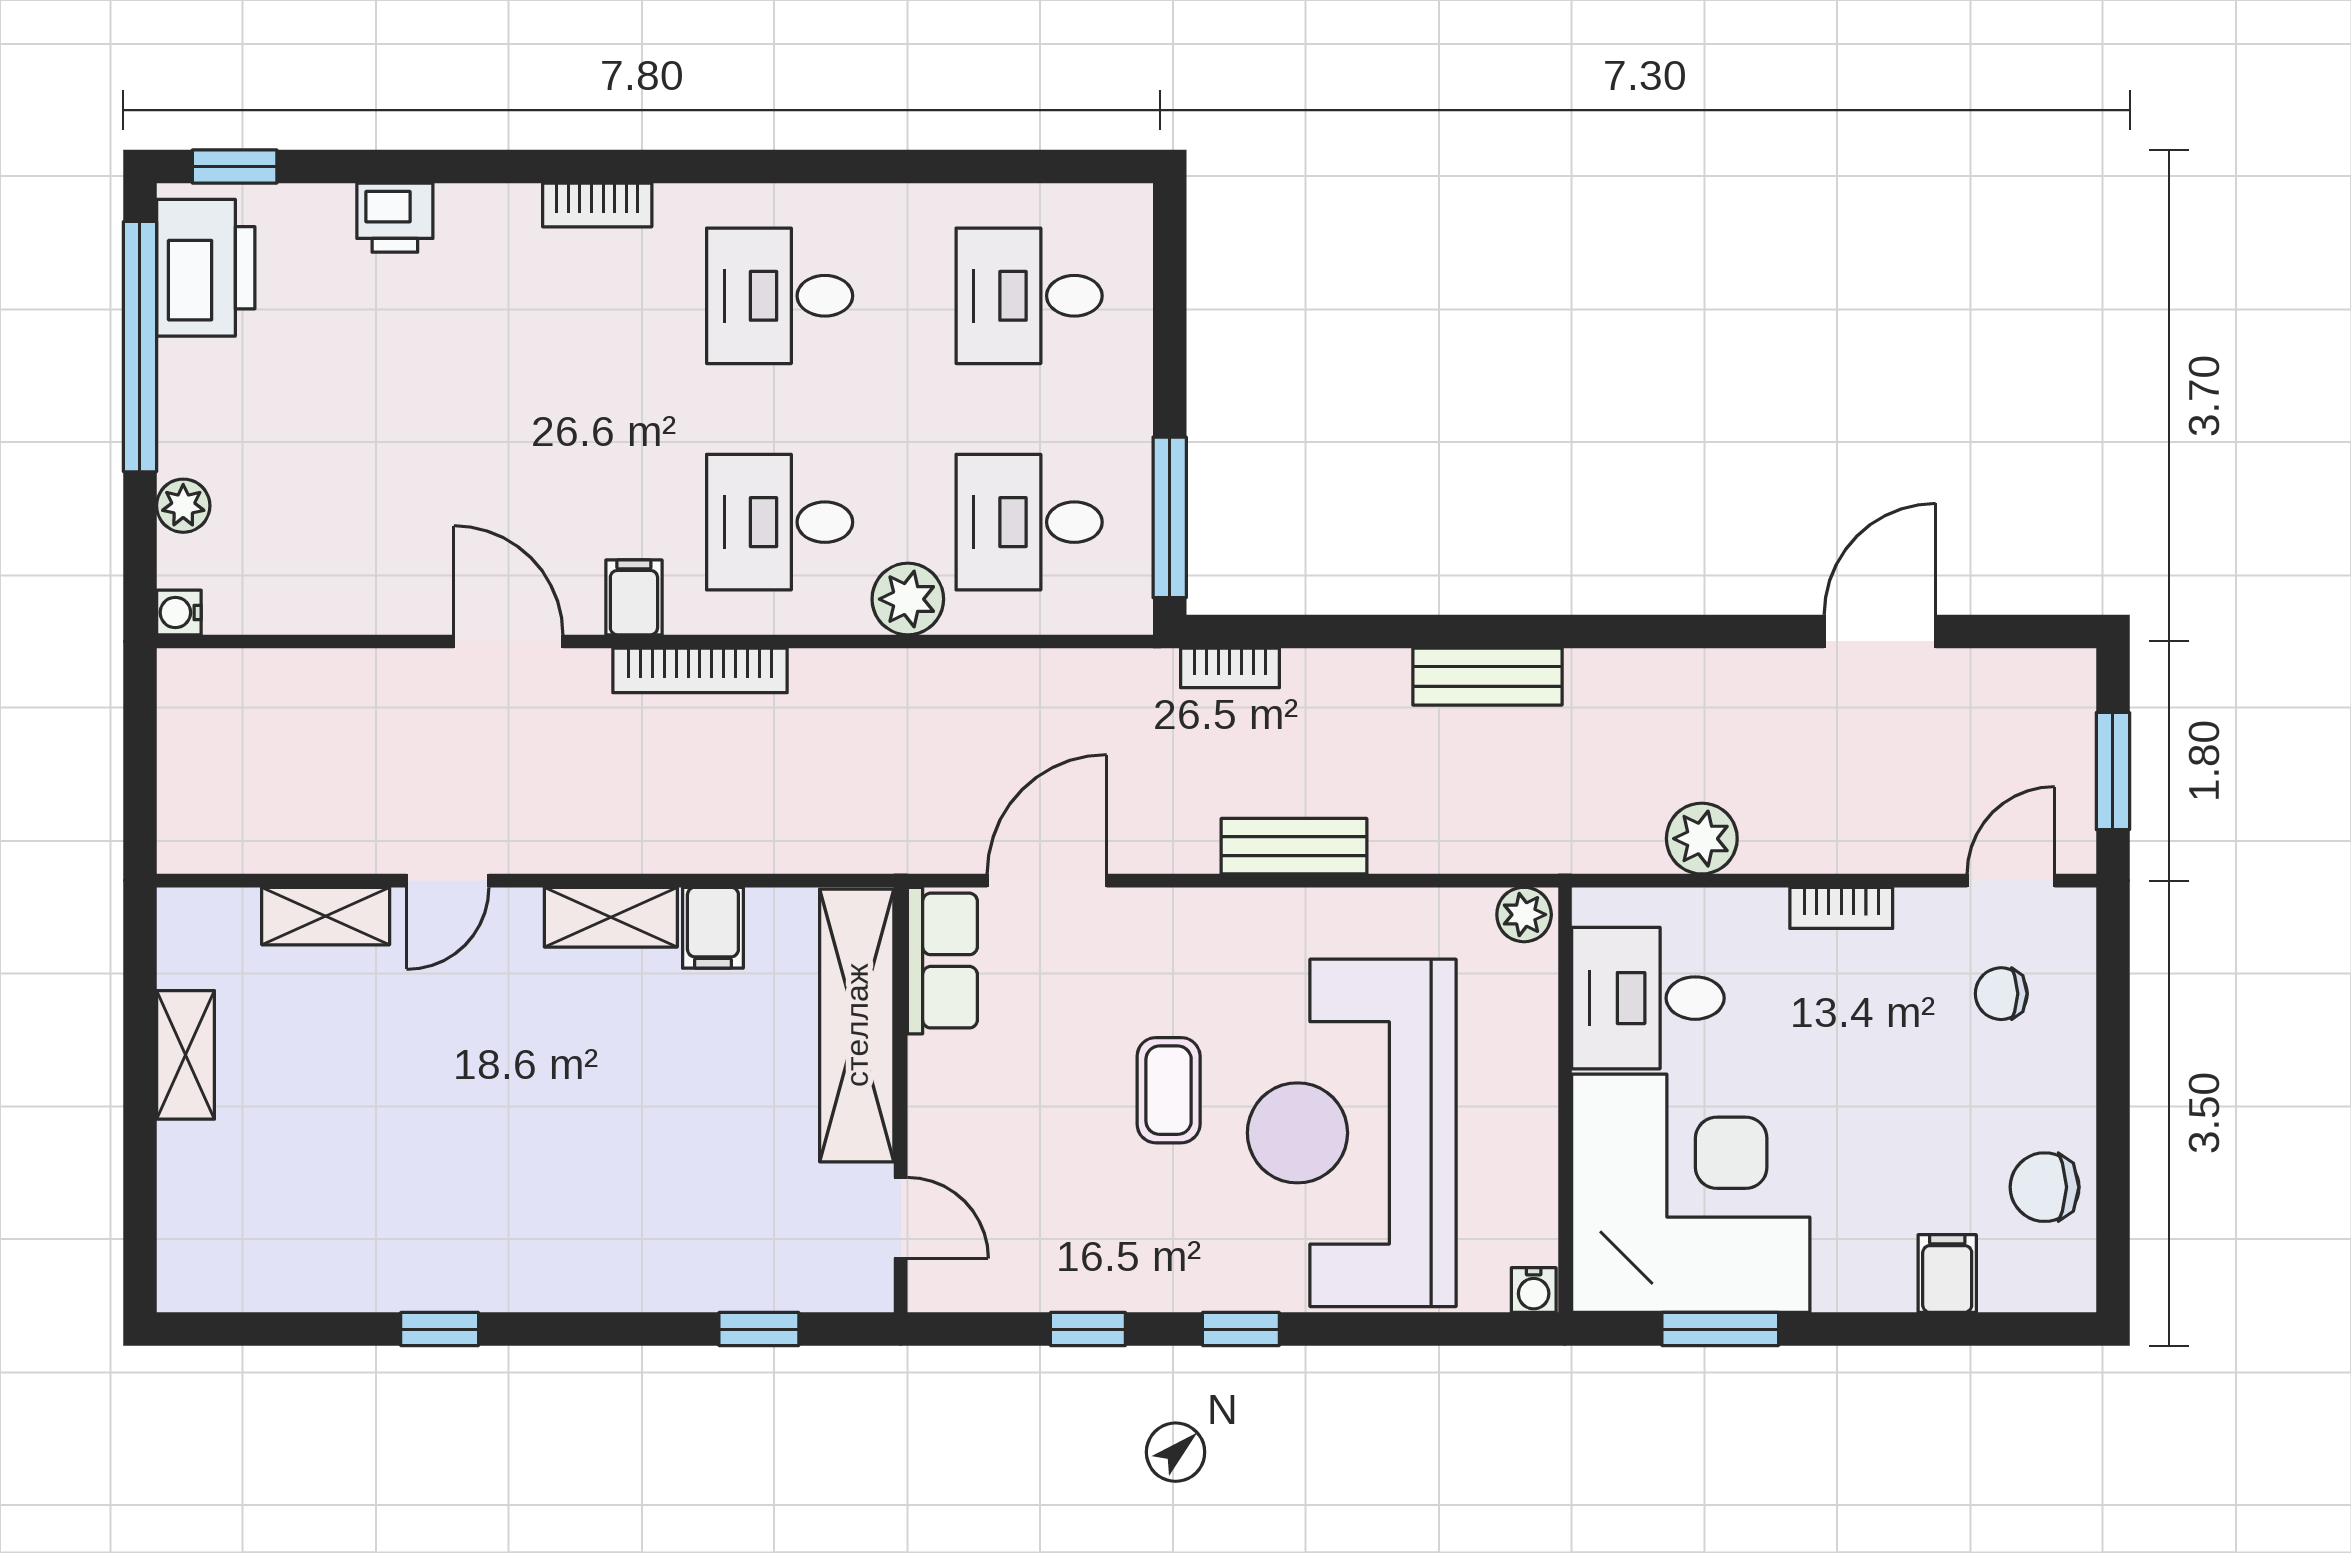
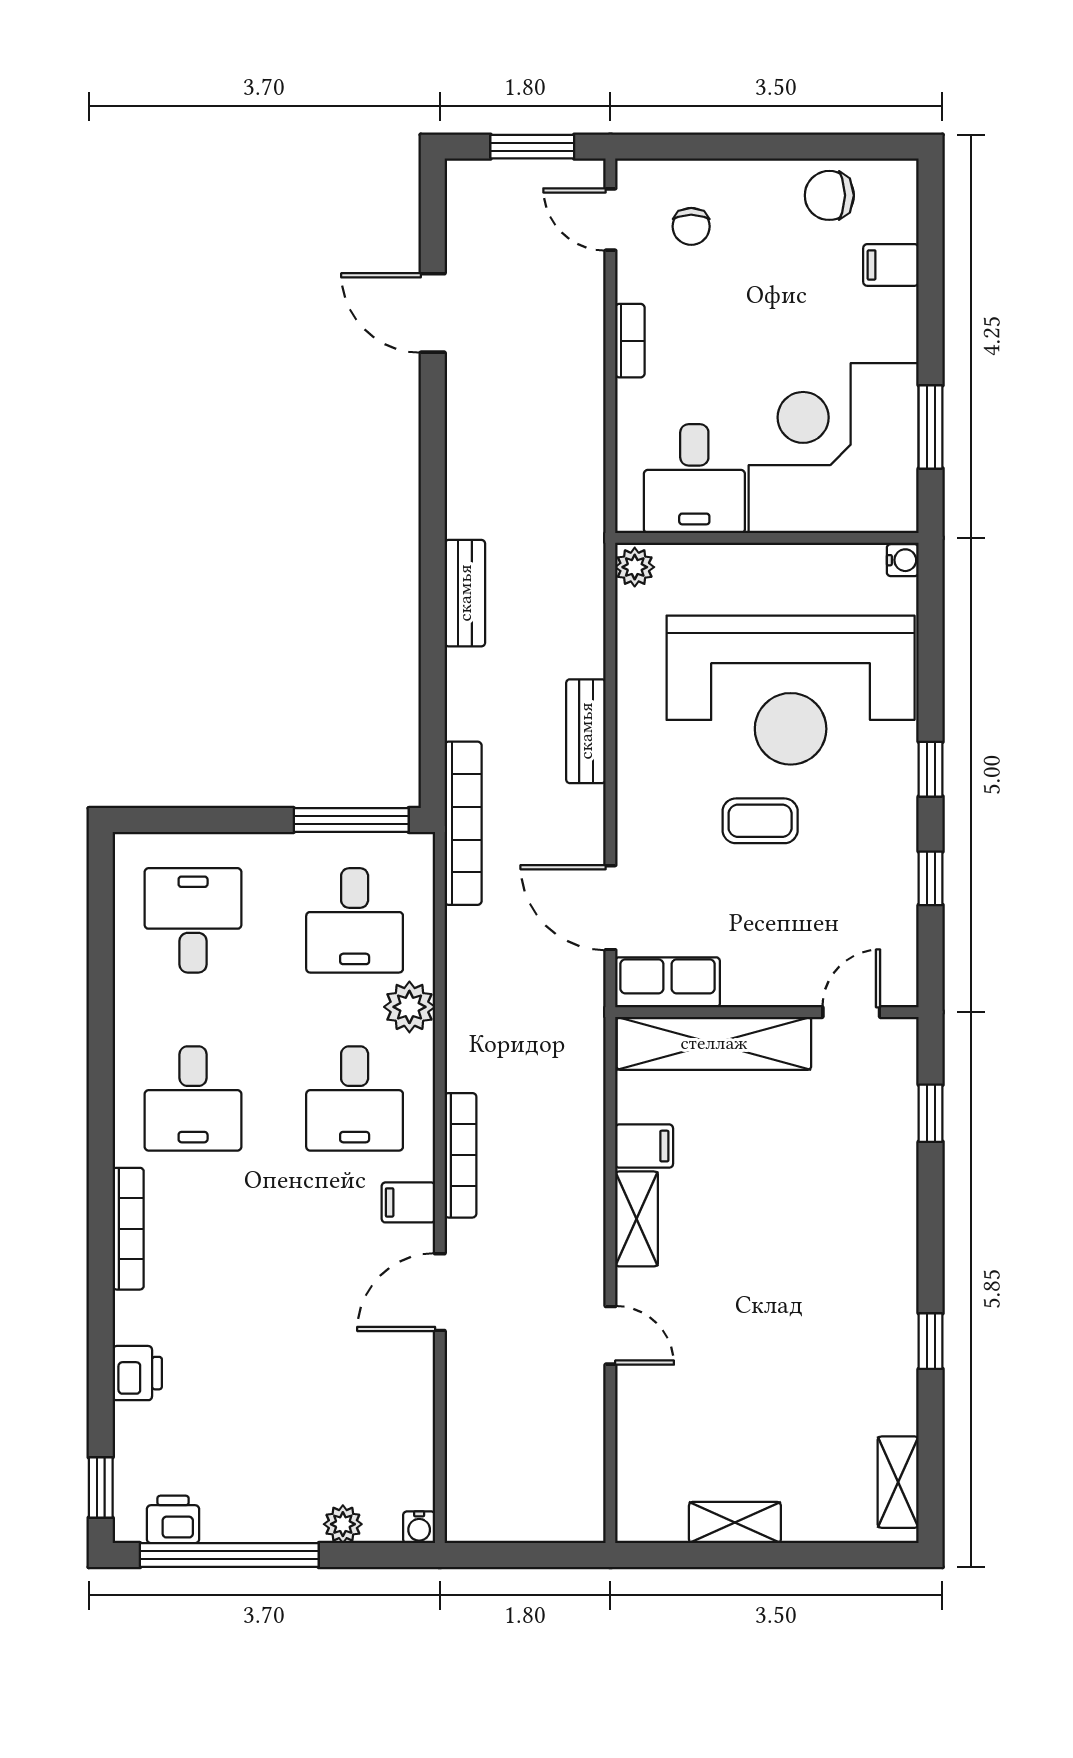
bookcase: (597, 205) -> (128, 1229), width x1.56
printer: (206, 268) -> (173, 1519), width x0.53, depth x0.68
desk: (1029, 296) -> (193, 920), turned 180
bookcase: (1230, 668) -> (463, 823), width x2.31, depth x1.31
plant: (1702, 839) -> (580, 440), removed
shelving: (326, 916) -> (898, 1482), moved
chair: (2045, 1187) -> (829, 195), turned 90

